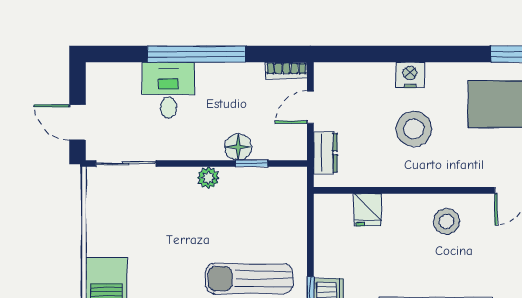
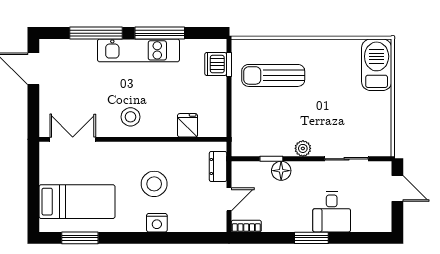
window: (196, 54) -> (311, 238), width x0.47
sliding door: (126, 163) -> (347, 159), moved
sun lounger: (249, 279) -> (273, 75), turned 180

